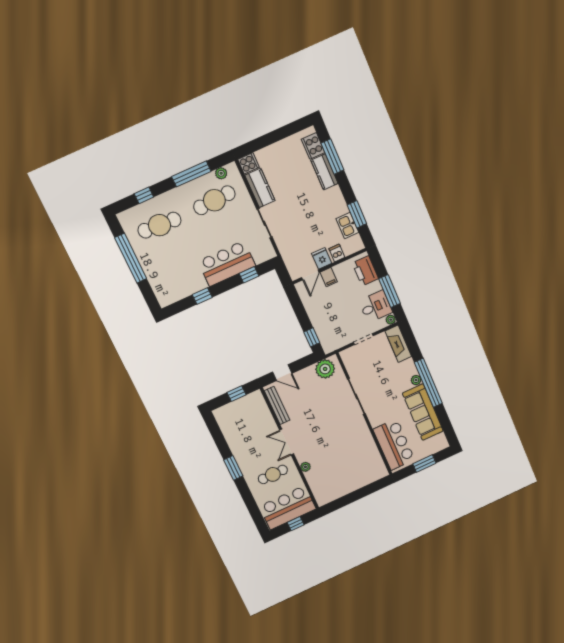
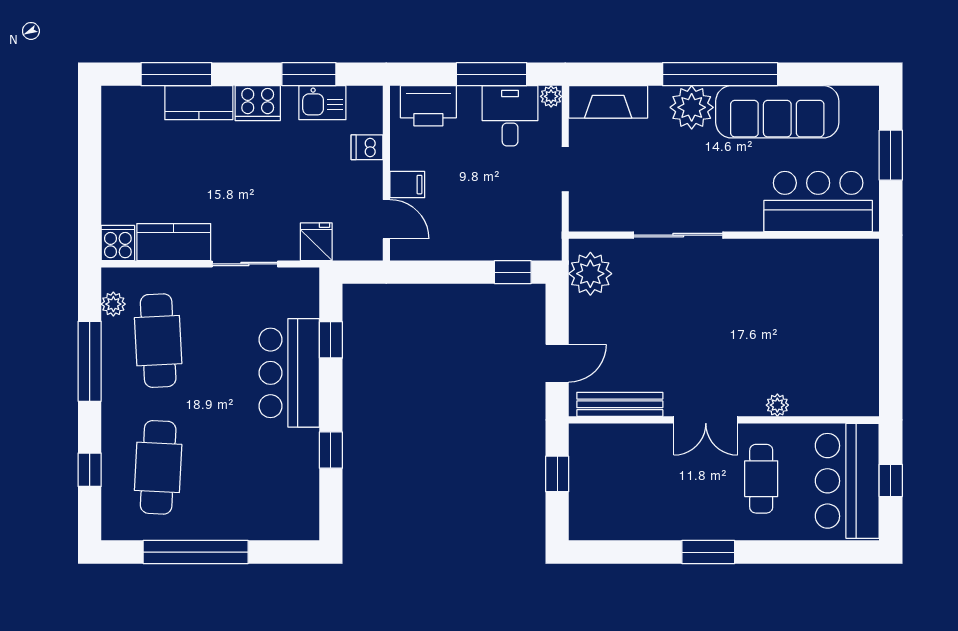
cooker: (313, 146) -> (258, 103), moved
fridge: (322, 258) -> (316, 242), moved, turned 90
plant: (416, 380) -> (692, 107), width x1.88, depth x1.88

